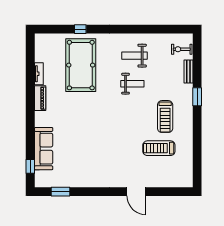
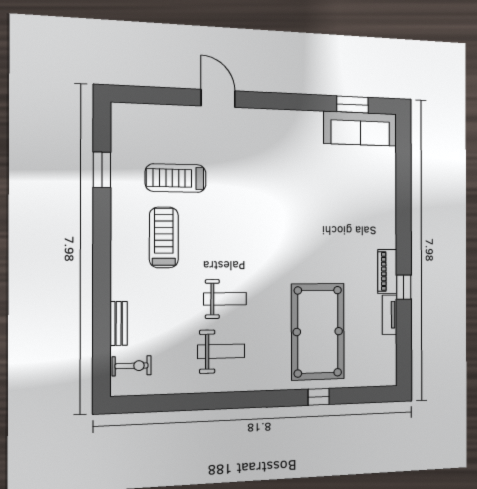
weight bench: (132, 84) -> (225, 299), turned 180
window: (197, 97) -> (102, 170), moved
treadmill: (159, 148) -> (176, 178), turned 180
sofa: (44, 149) -> (360, 129), moved, turned -90
window: (30, 166) -> (404, 287), moved

